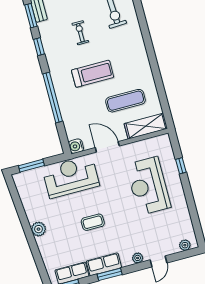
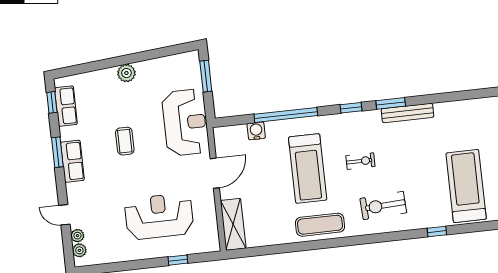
treadmill: (93, 74) -> (308, 169), width x1.37, depth x1.37
exercise mat: (125, 101) -> (320, 225), moved, turned 90
water cooler: (76, 146) -> (256, 131), moved
plant: (138, 258) -> (77, 236), moved
row of seats: (104, 264) -> (72, 161), moved

